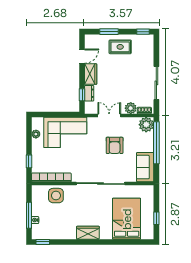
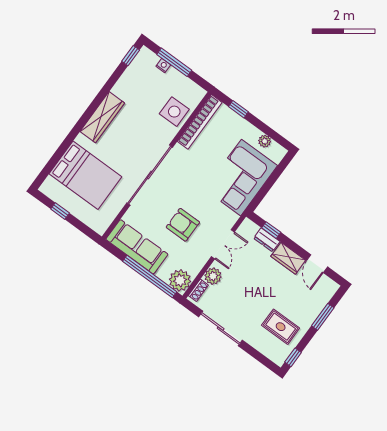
rug: (120, 47) -> (281, 327), moved, turned 90
sofa: (145, 167) -> (137, 247), width x1.36
wardrobe: (88, 233) -> (102, 117), width x1.50

